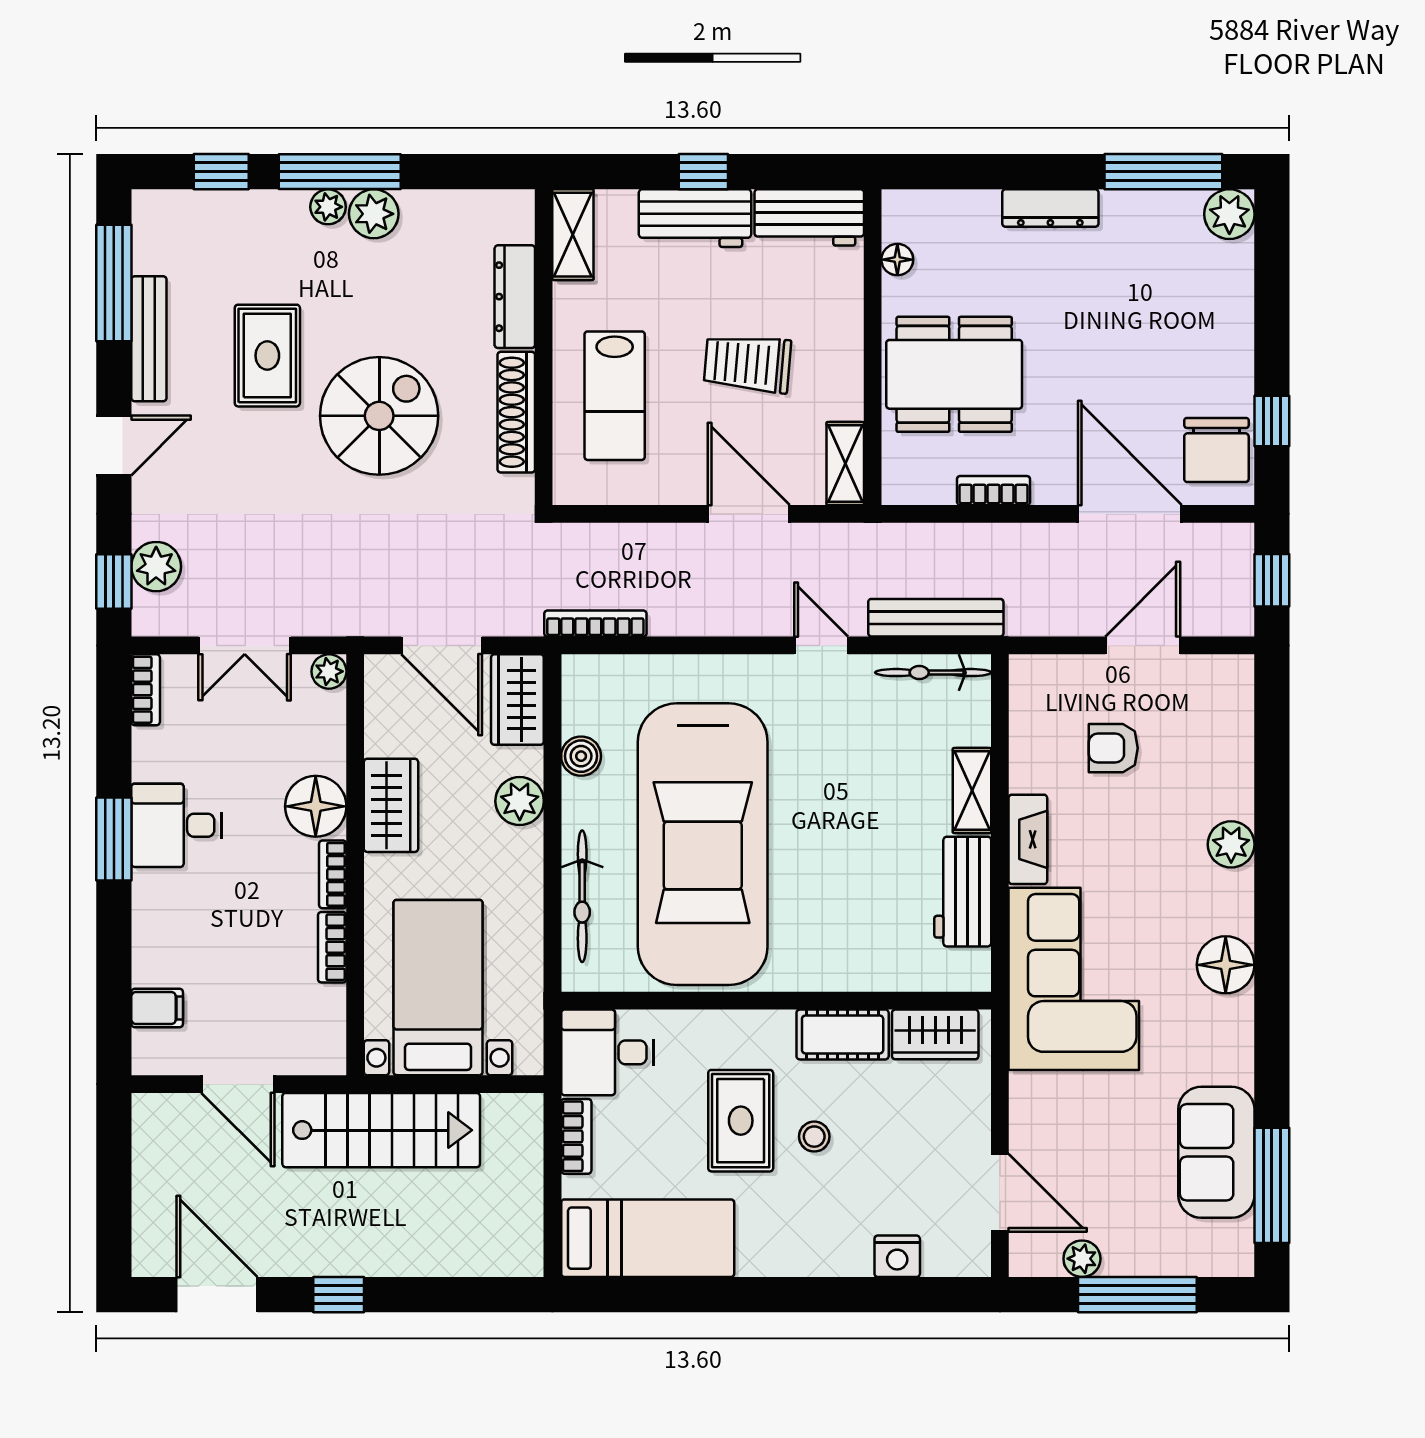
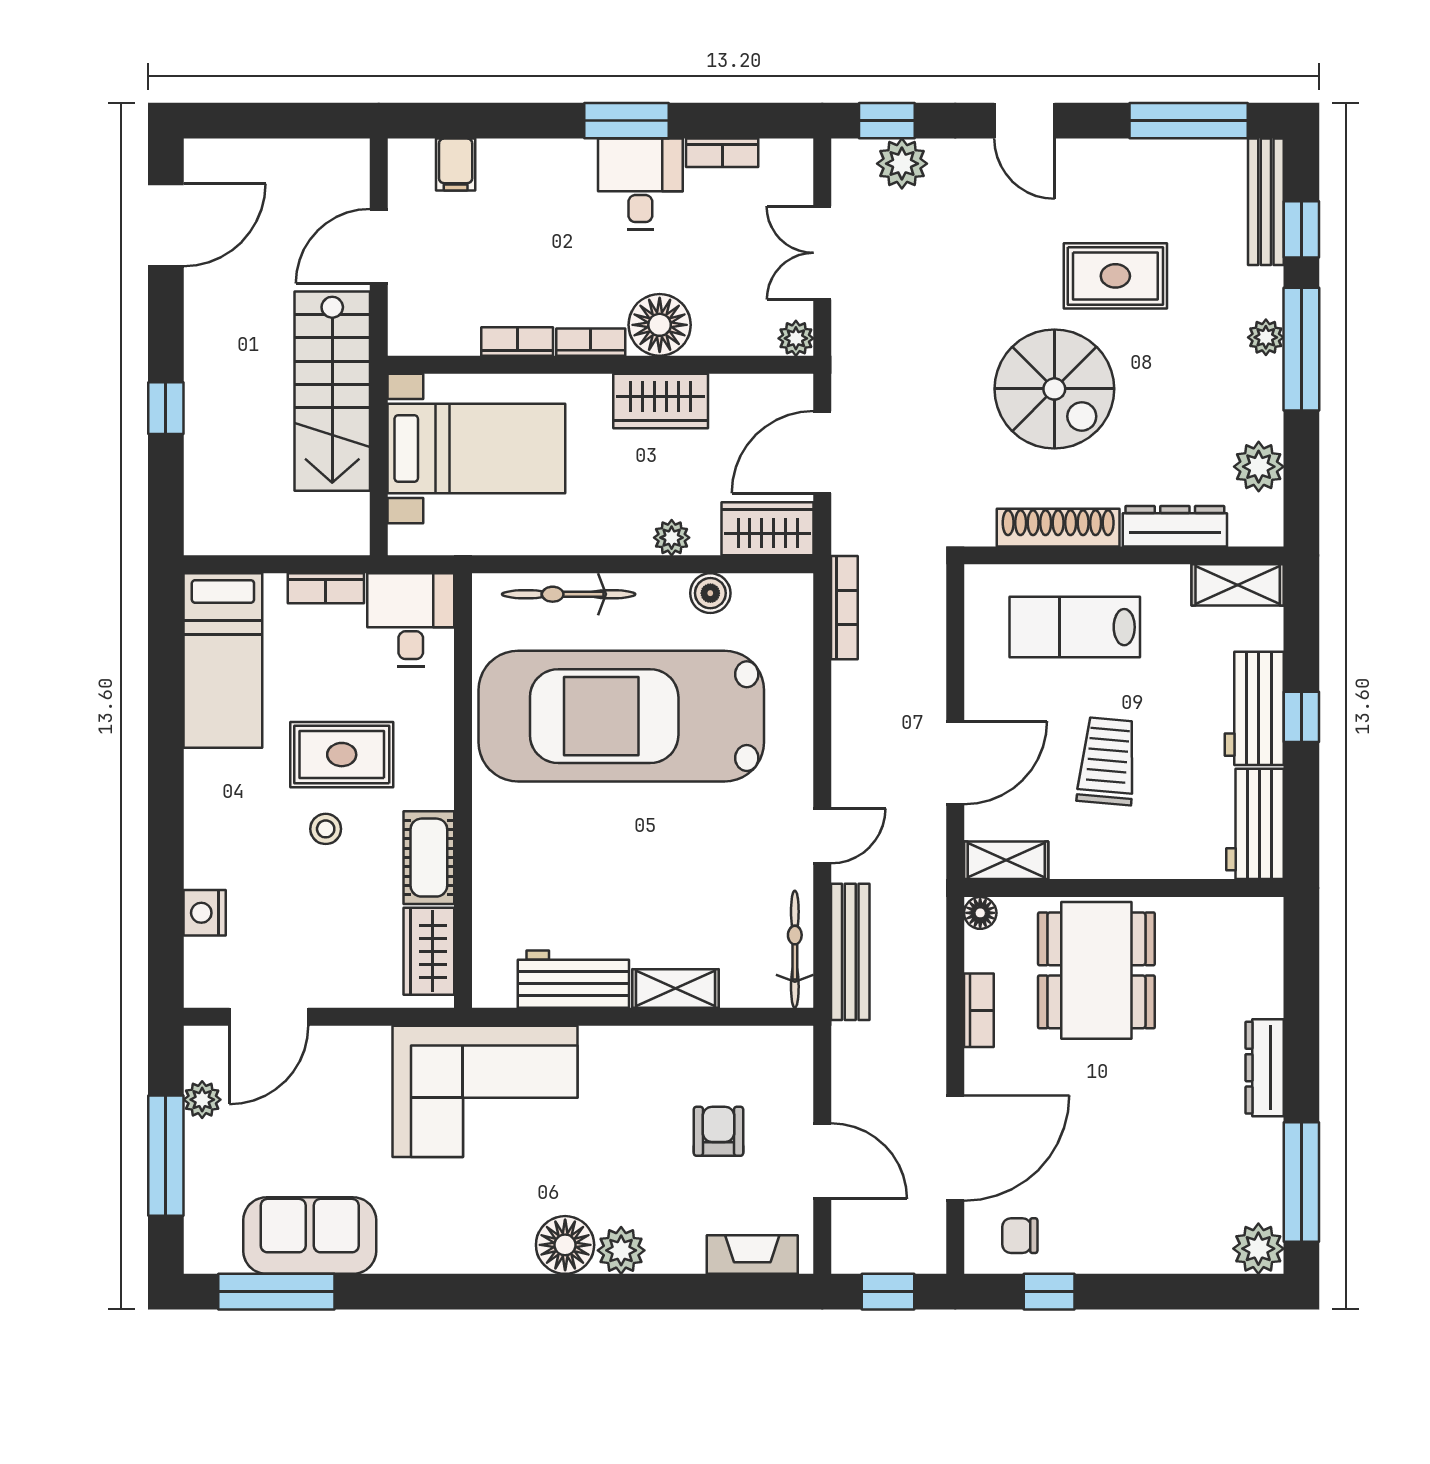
plant: (374, 214) -> (1259, 467), moved
floor lamp: (897, 260) -> (980, 913), moved
bench: (149, 339) -> (1266, 202), moved, turned 90
chair: (1216, 450) -> (1020, 1236), width x0.54, depth x0.54
bookcase: (146, 690) -> (722, 153), moved
plant: (520, 801) -> (672, 538), width x0.73, depth x0.73
fireplace: (1028, 839) -> (752, 1255), moved, turned 180
floor lamp: (1226, 965) -> (565, 1245), moved
window: (339, 1295) -> (166, 408), moved

